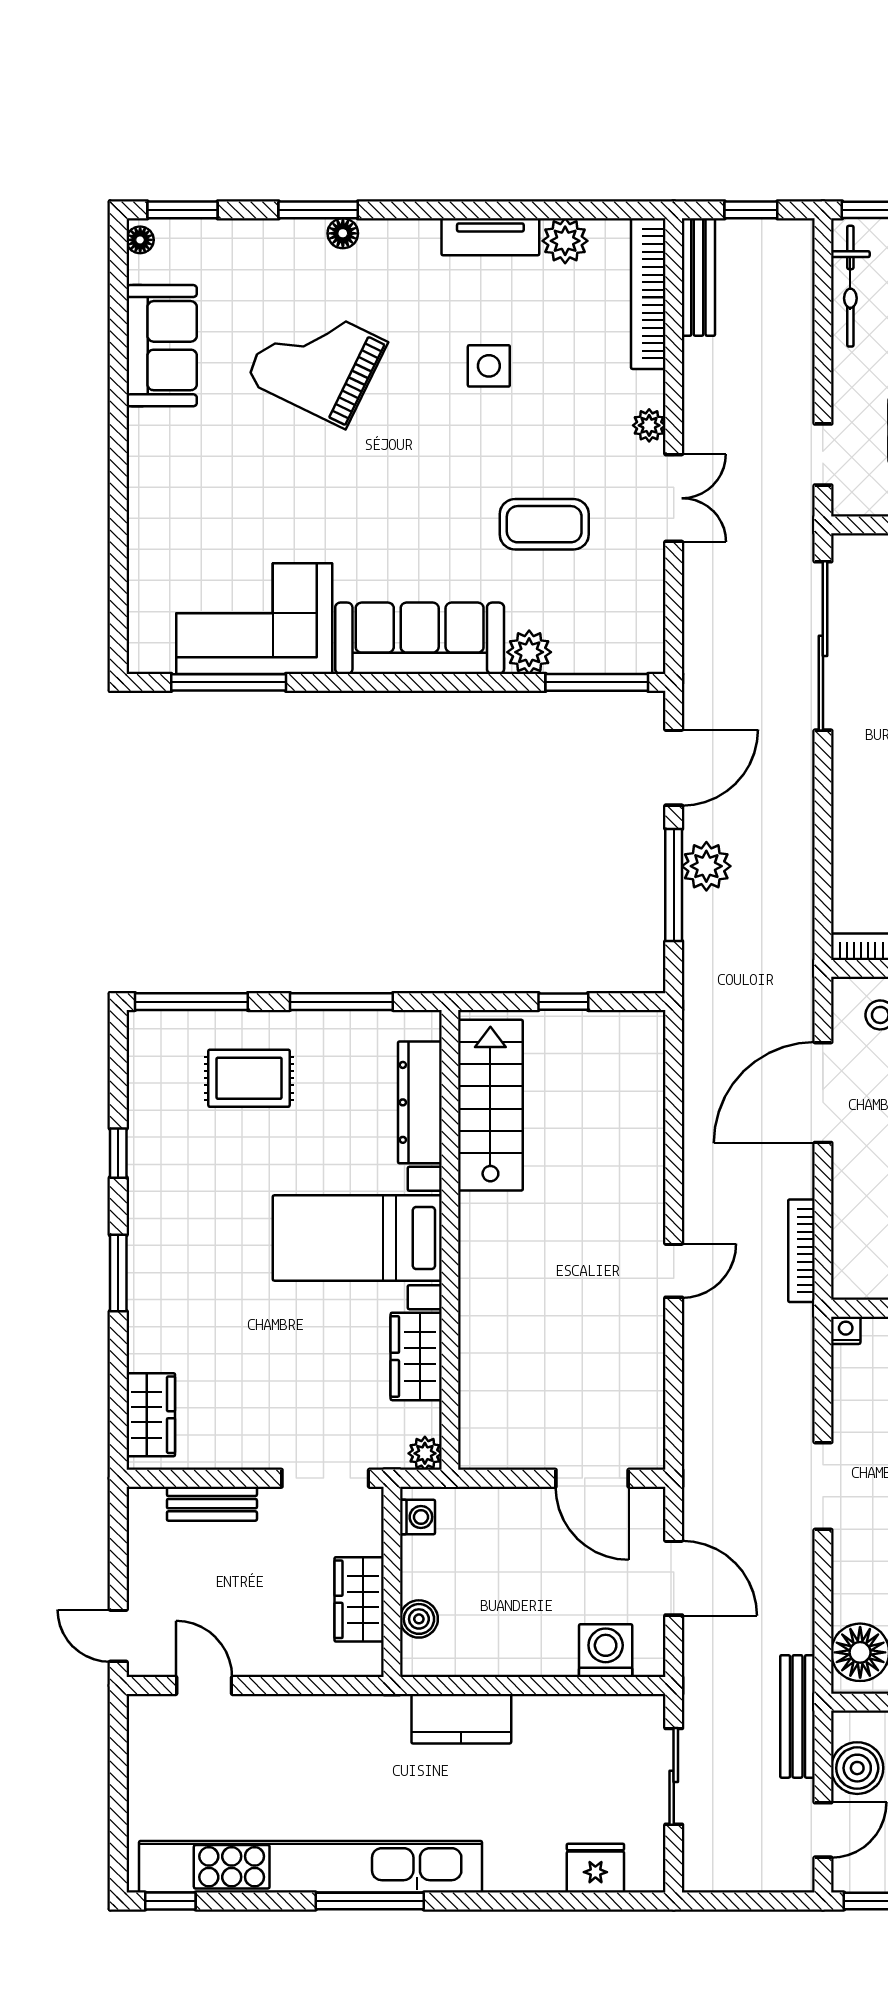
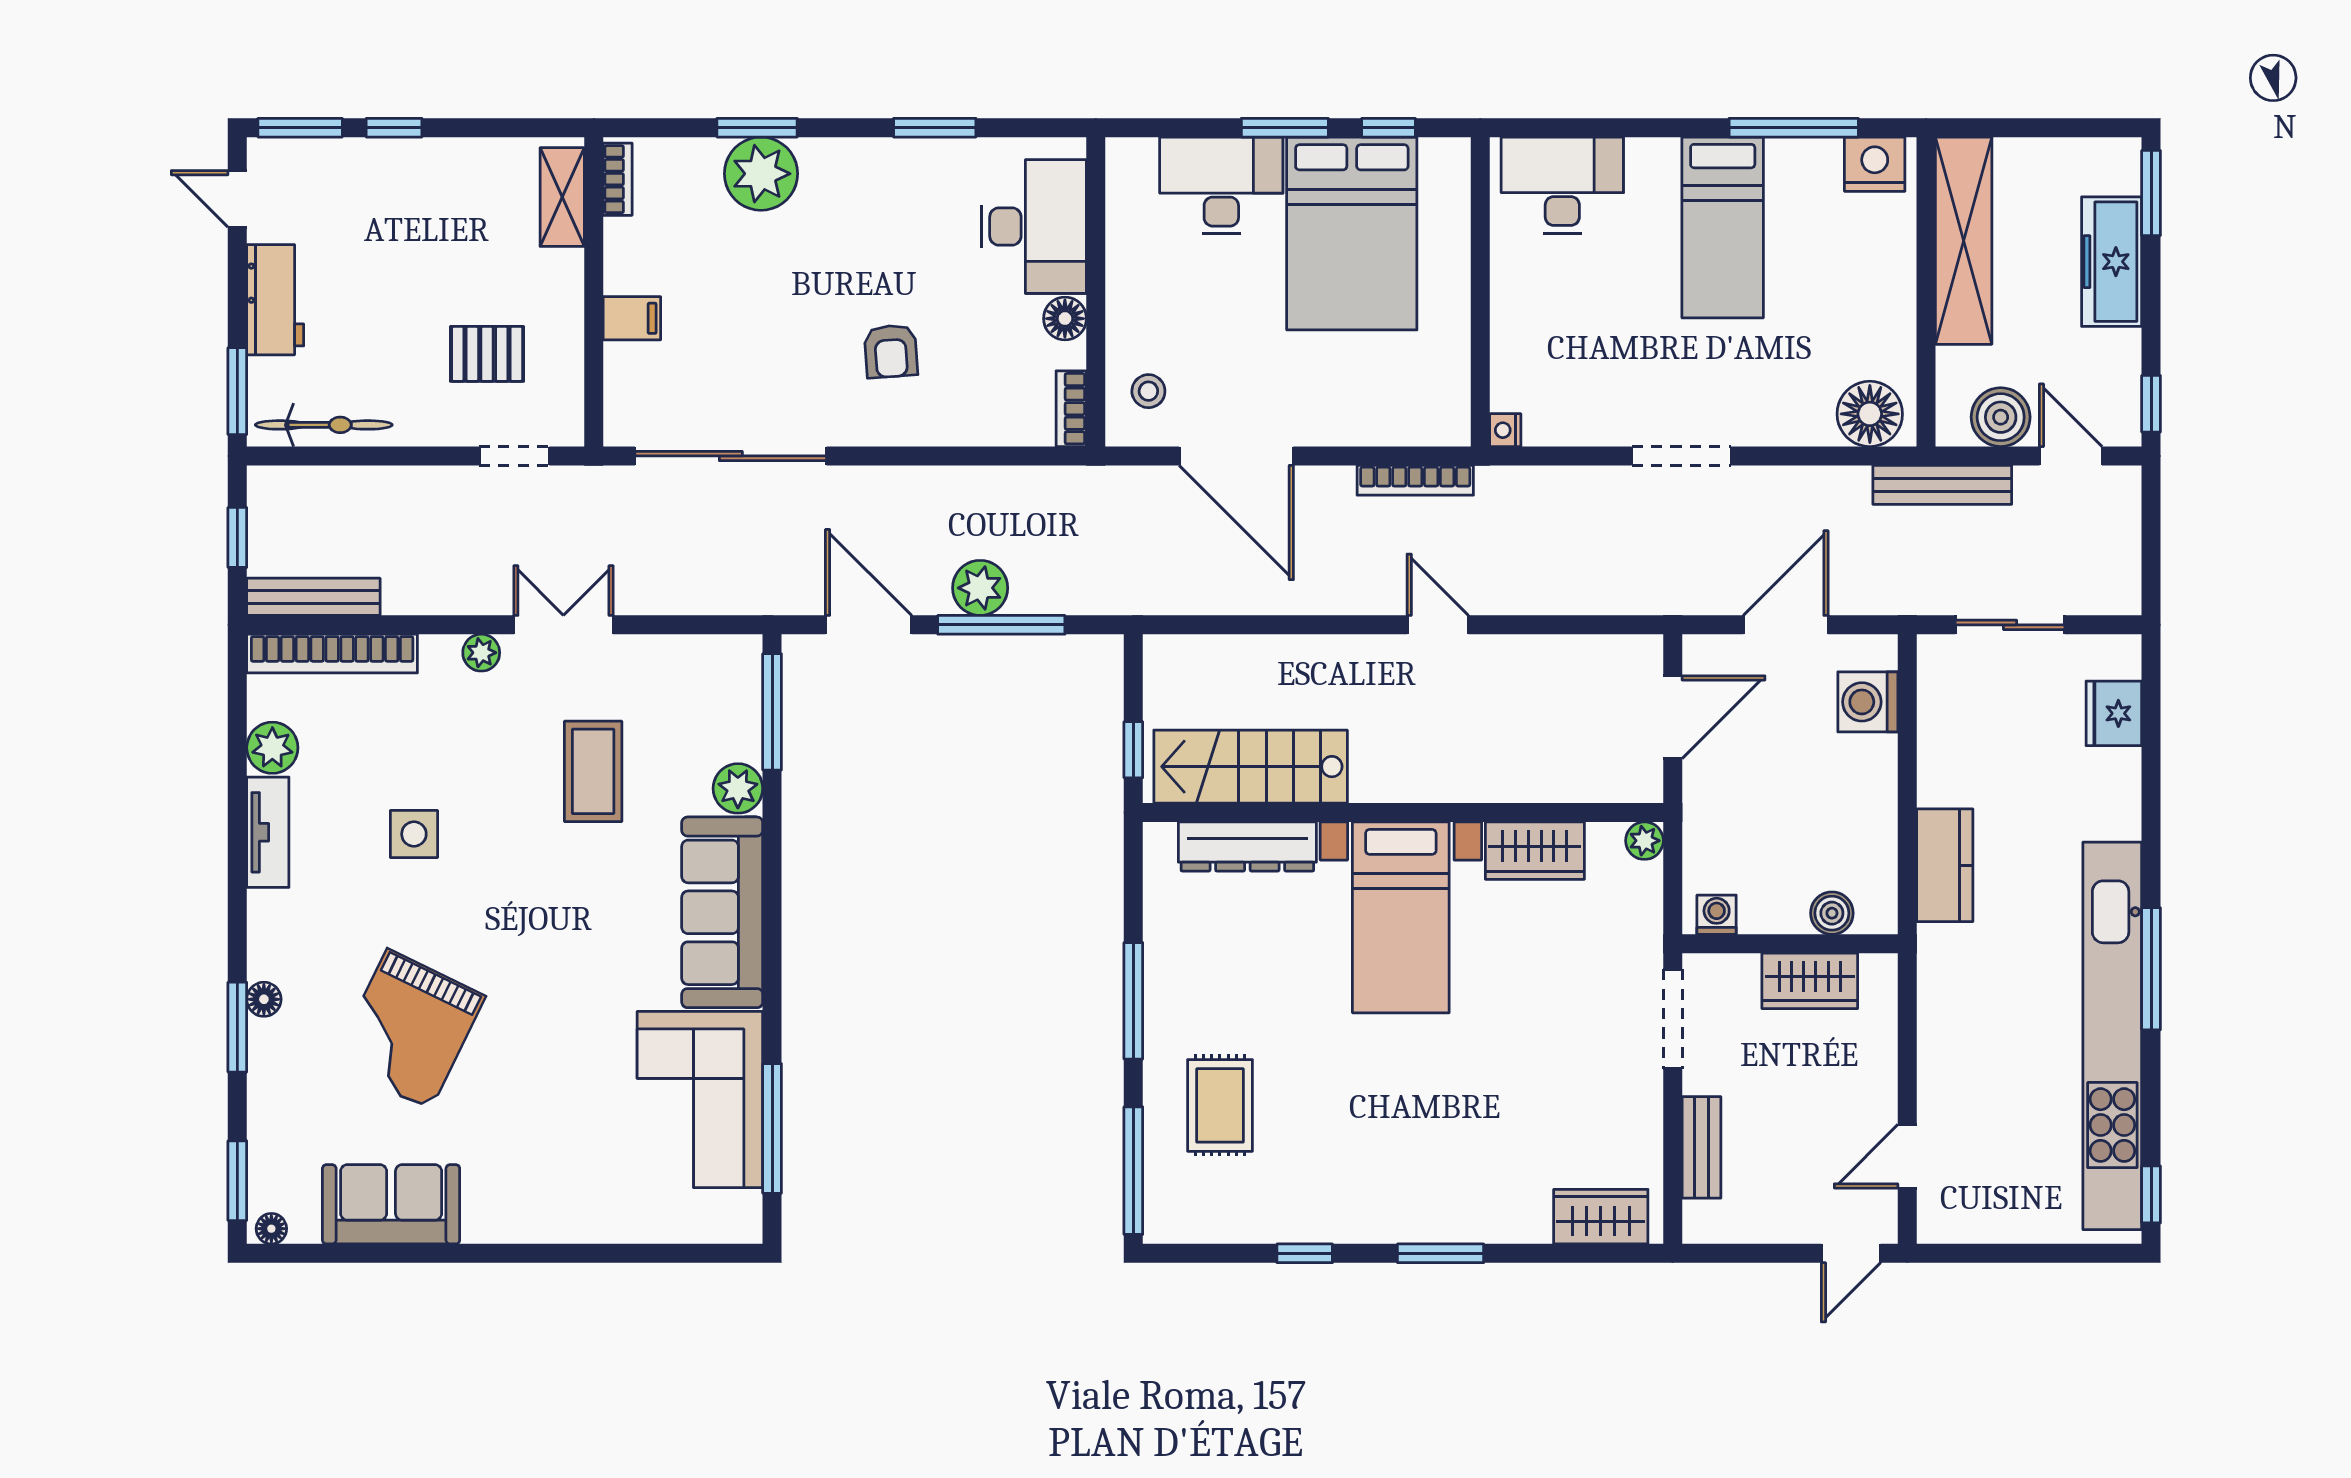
dresser: (420, 1102) -> (1247, 846), moved
stairs: (490, 1105) -> (1251, 767), moved
bed with nightstands: (357, 1238) -> (1401, 917), moved
wall: (450, 1240) -> (1403, 812), moved
wardrobe: (416, 1356) -> (1535, 851), moved
plant: (425, 1453) -> (1644, 841), moved

